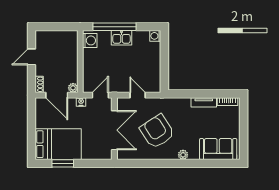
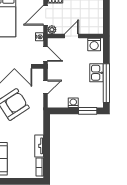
window: (115, 27) -> (106, 83), moved
washing machine: (155, 36) -> (73, 103), moved
window: (164, 48) -> (88, 111), added
door: (80, 66) -> (72, 36), added

